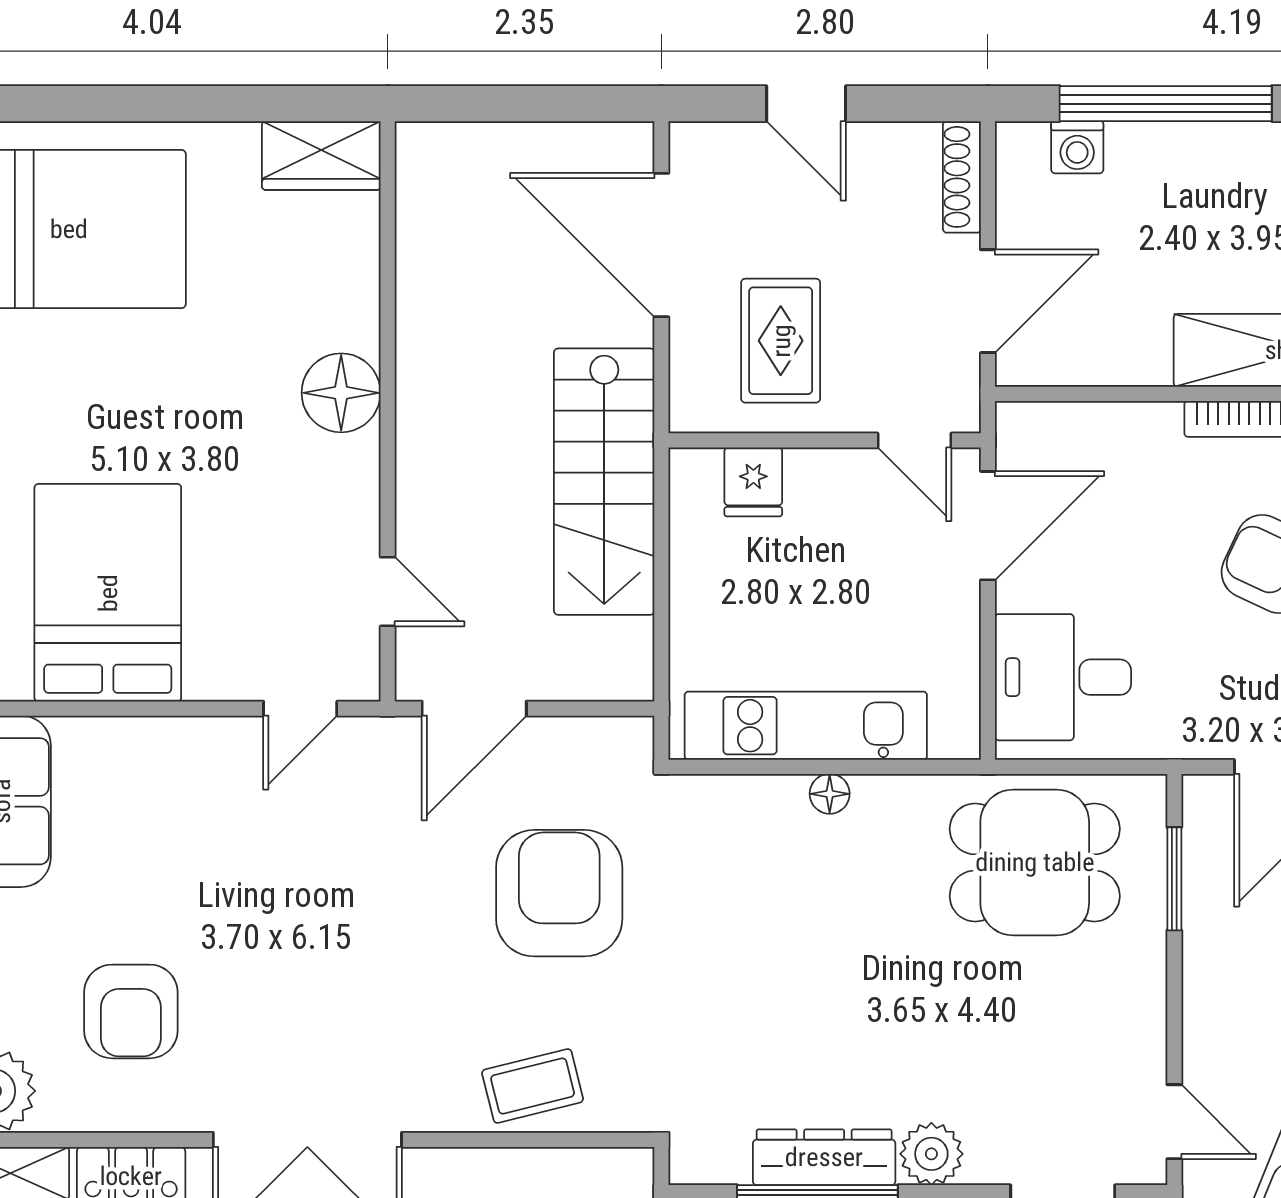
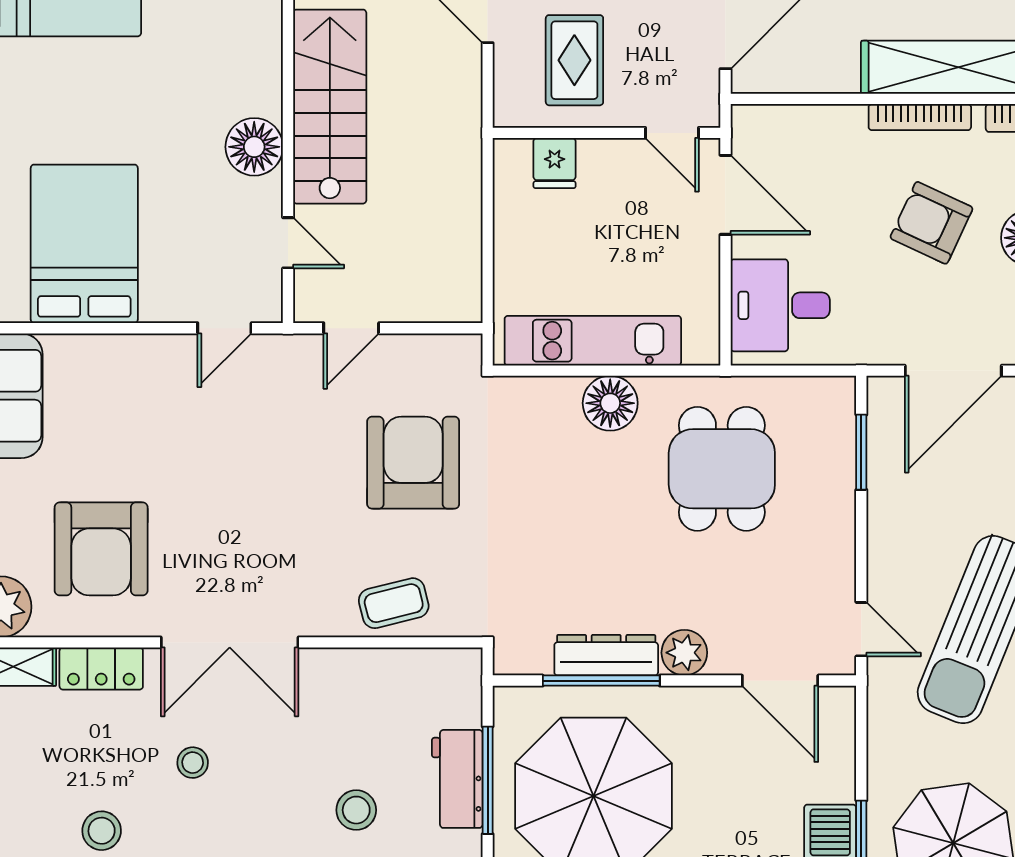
floor lamp: (341, 393) -> (254, 147), moved
stairs: (604, 482) -> (330, 107), moved, turned 180
door: (988, 526) -> (725, 195), hinge flipped
door: (474, 709) -> (351, 328), width x0.73
floor lamp: (830, 794) -> (610, 403), width x1.89, depth x1.89
dining table: (1035, 862) -> (722, 469), moved, turned 90
armchair: (131, 1011) -> (101, 549), width x1.36, depth x1.36

